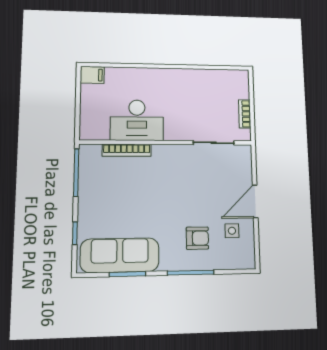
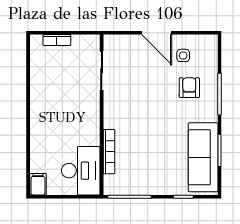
bookcase: (245, 114) -> (57, 40), moved
desk: (137, 120) -> (81, 171), moved

